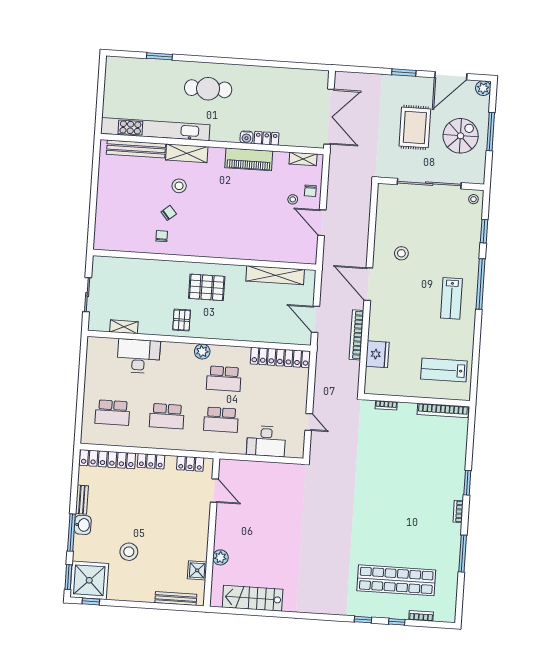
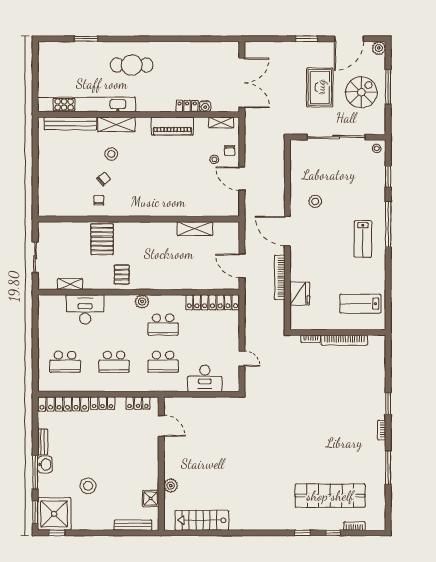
water cooler: (247, 137) -> (205, 106), moved
shelving: (275, 275) -> (195, 229), width x0.68
pallet: (207, 287) -> (102, 239), moved, turned 90
bookcase: (443, 410) -> (344, 340), moved

